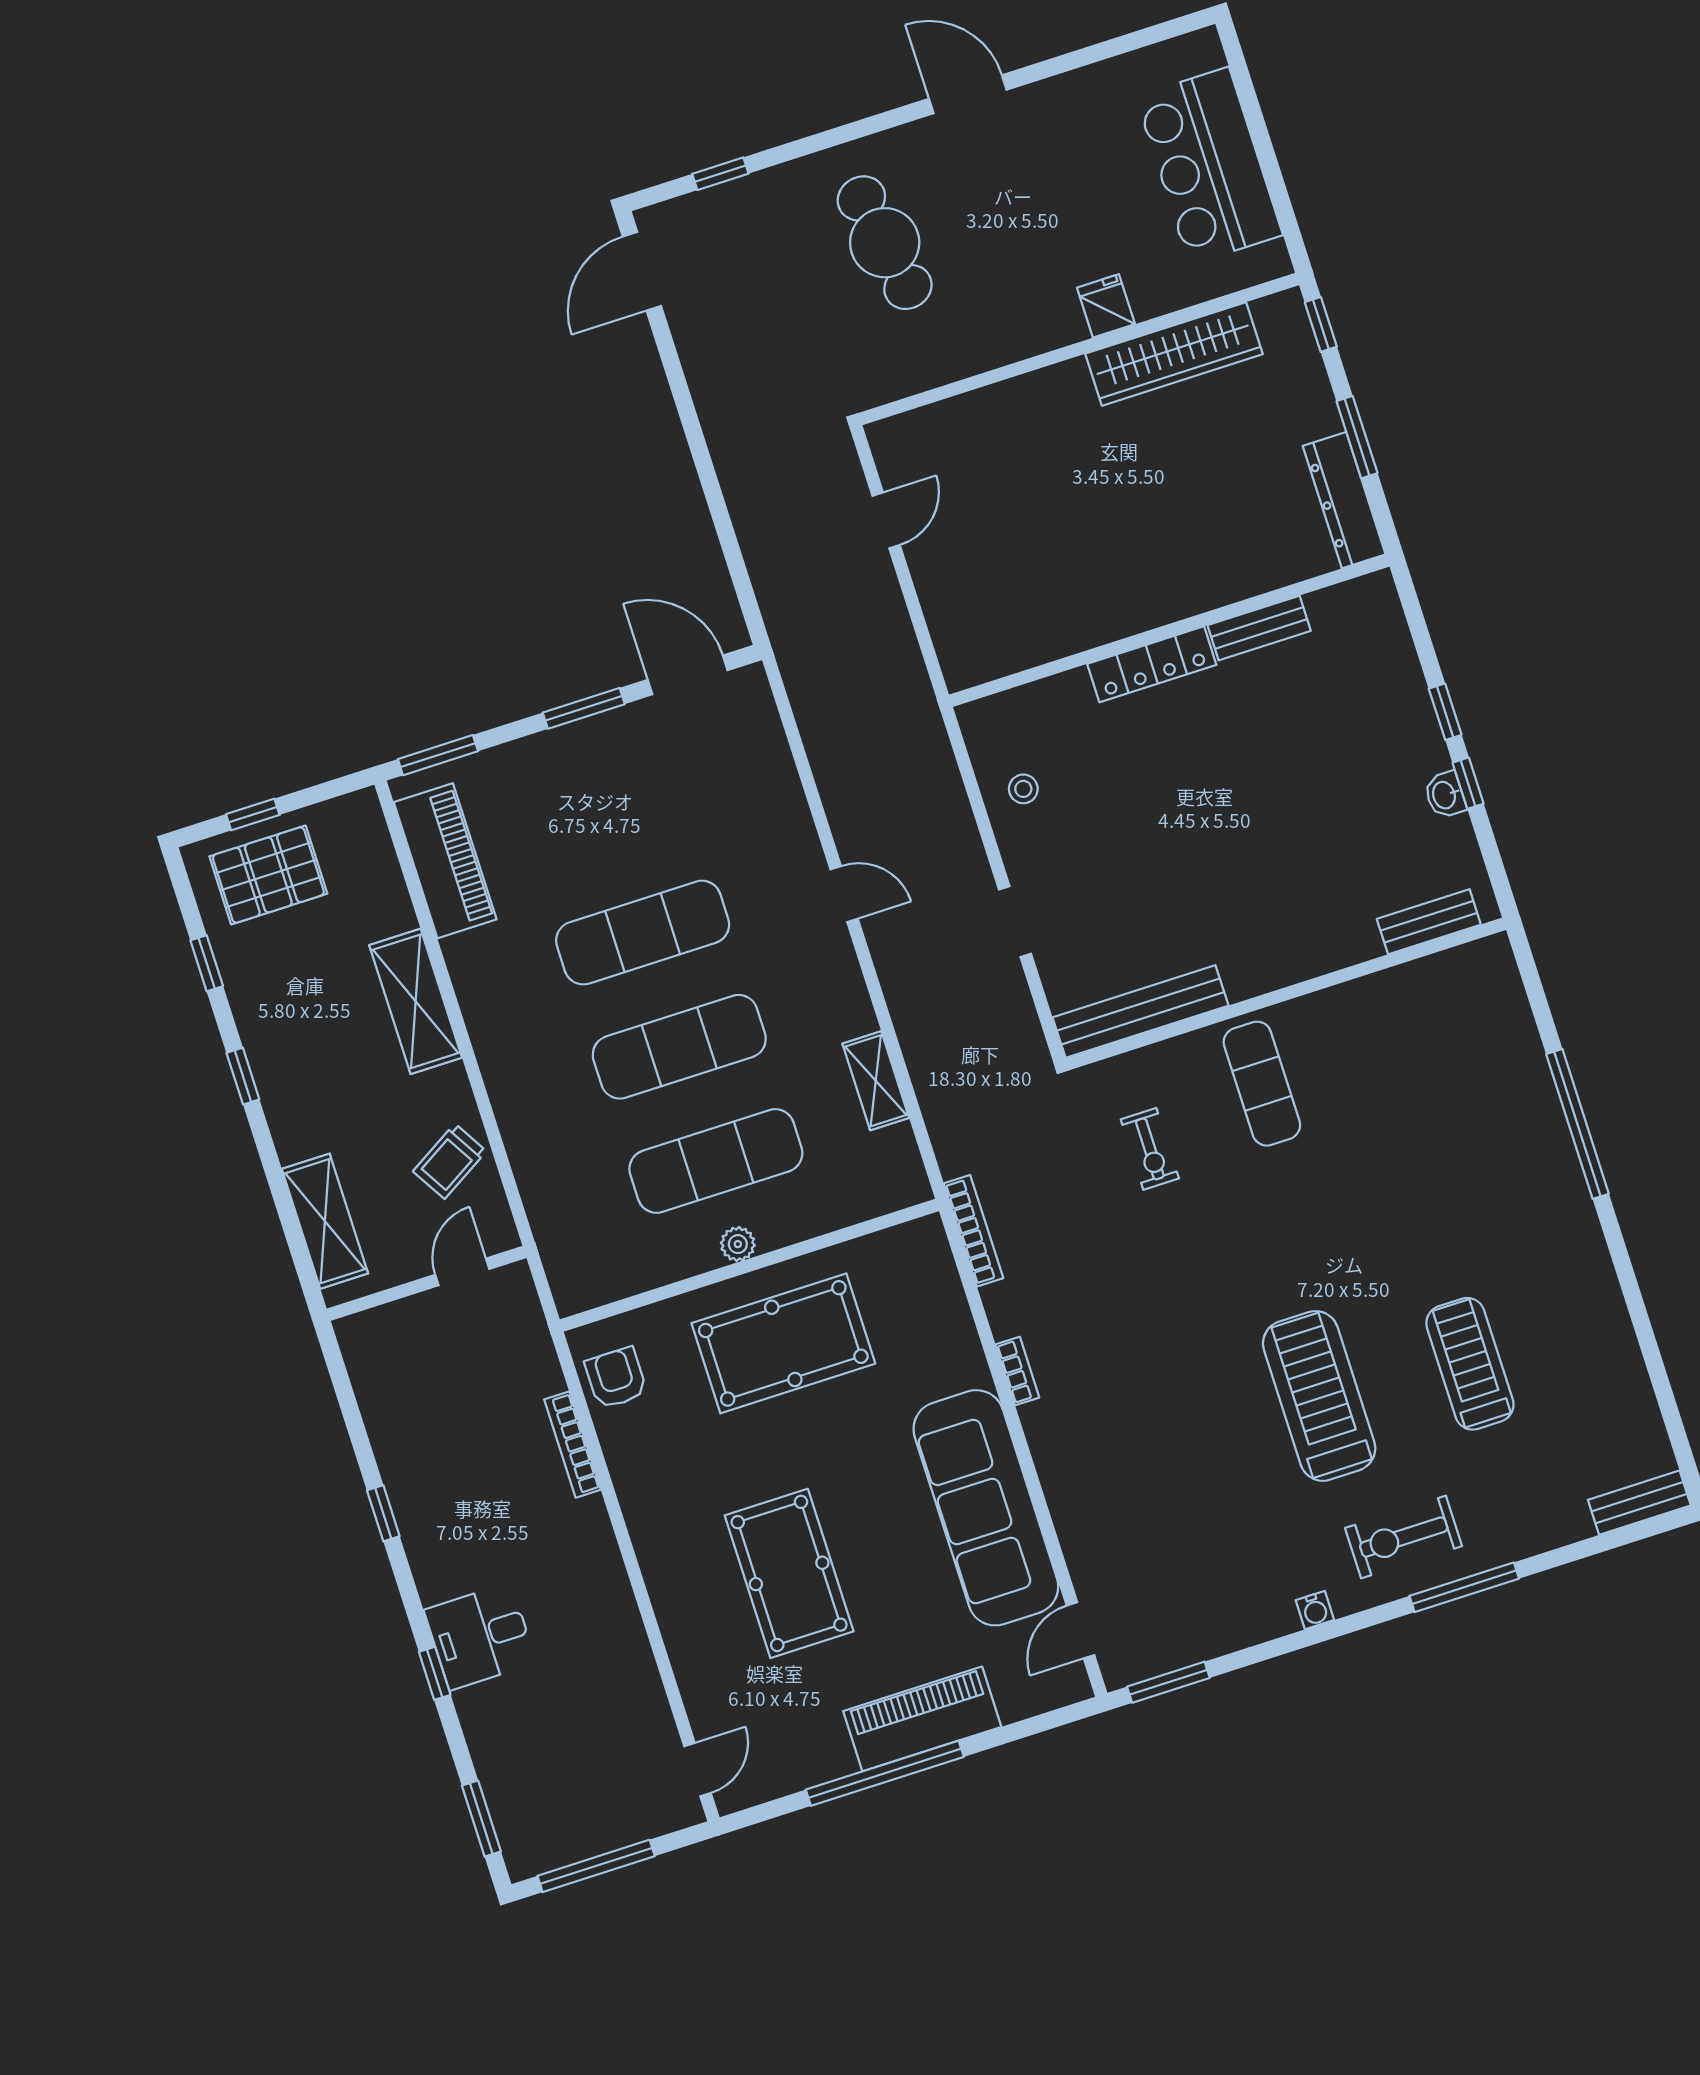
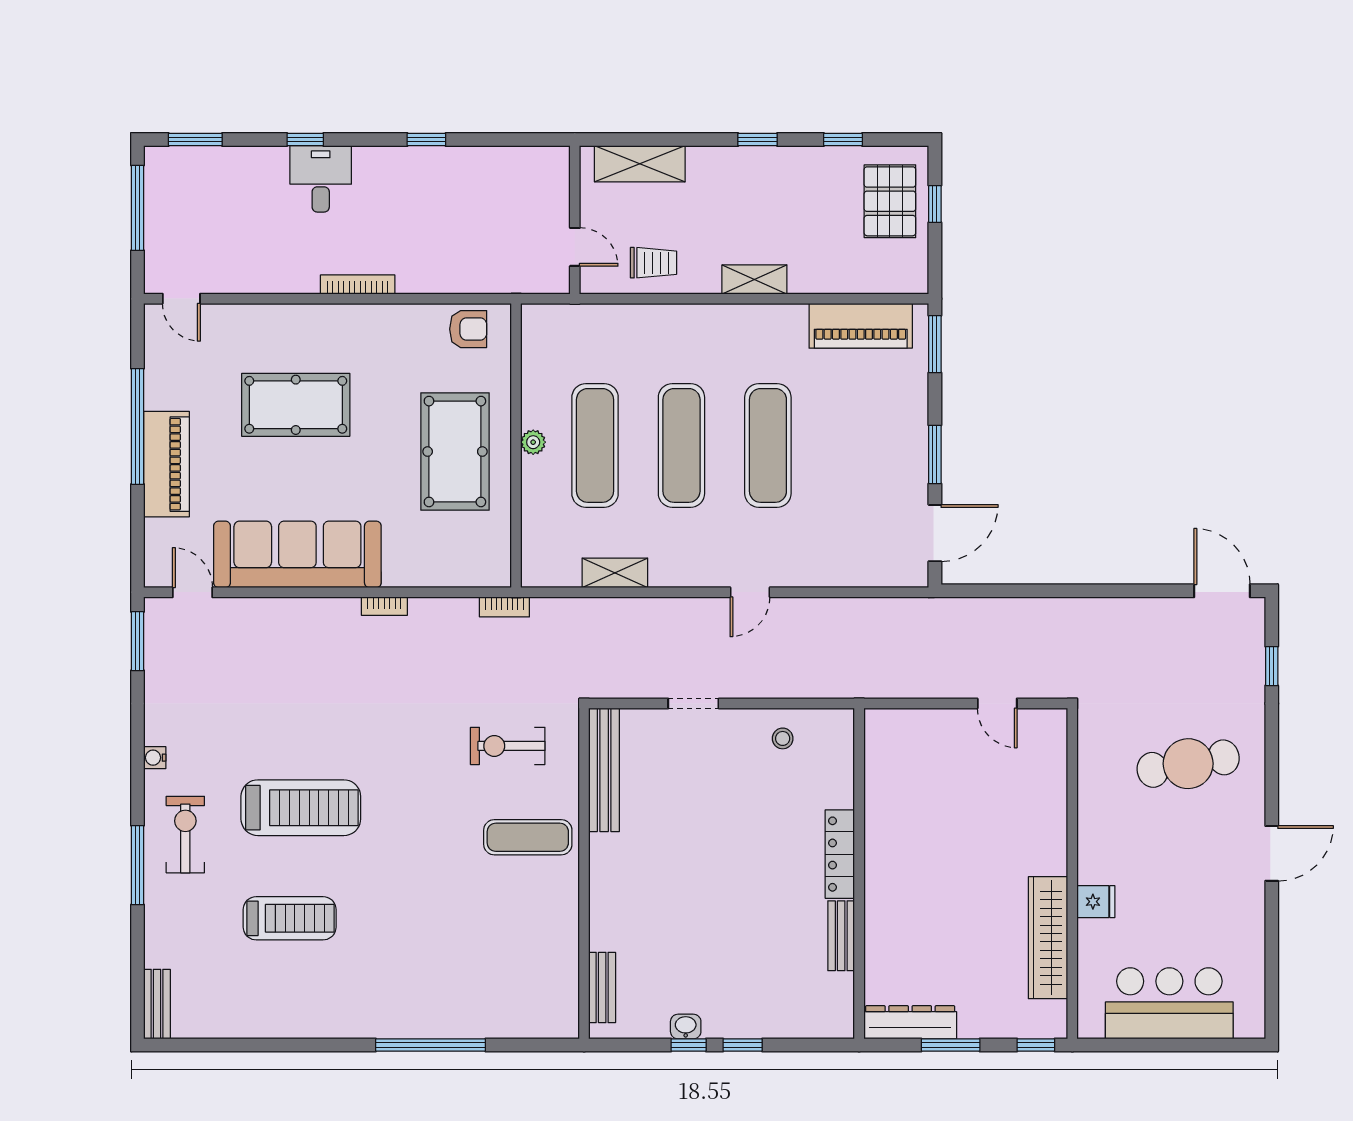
shelving: (416, 1001) -> (754, 279), width x0.67, depth x0.75
exercise bike: (1150, 1149) -> (508, 746), width x1.38, depth x1.39
trolley: (450, 1161) -> (654, 263), turned 121
bookcase: (973, 1231) -> (504, 607), width x0.64
bookcase: (572, 1445) -> (358, 284), moved

